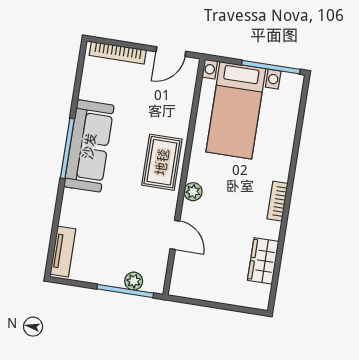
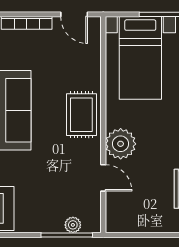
door: (171, 52) -> (74, 14), hinge flipped
plant: (193, 192) -> (121, 144), width x1.88, depth x1.88

